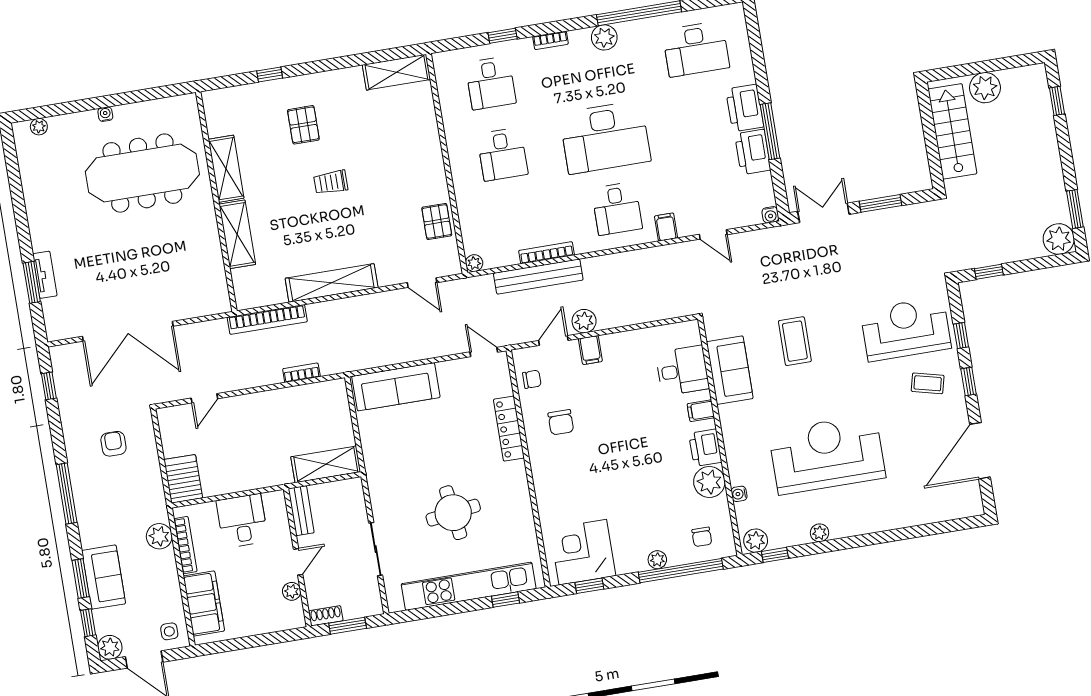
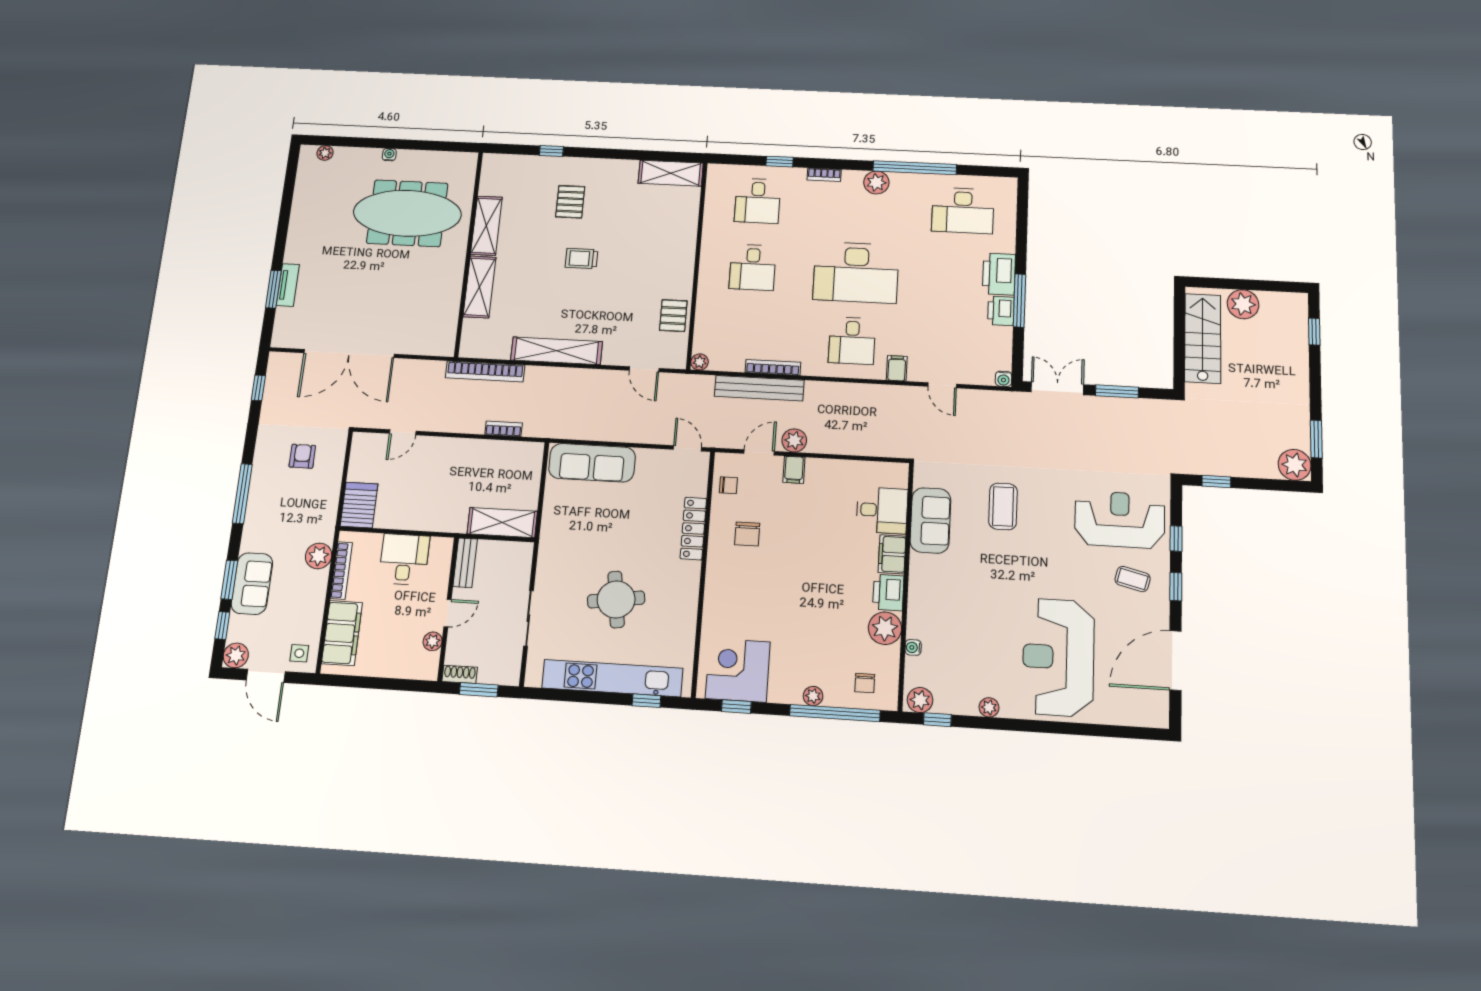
printer: (753, 152) -> (1001, 311), width x0.73, depth x0.84
filing cabinet: (701, 411) -> (892, 554), width x2.00
reception desk: (827, 454) -> (1058, 657), moved, turned -90

